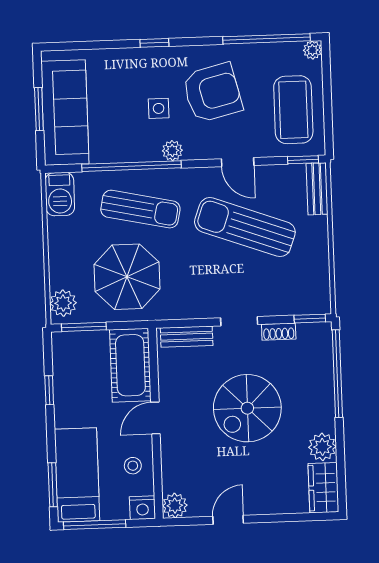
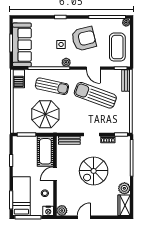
plant: (63, 303) -> (18, 124), removed

